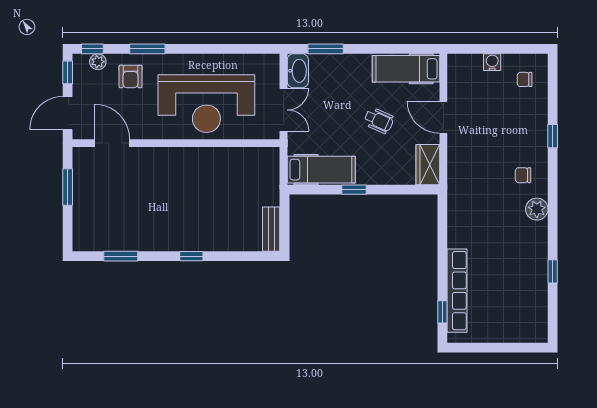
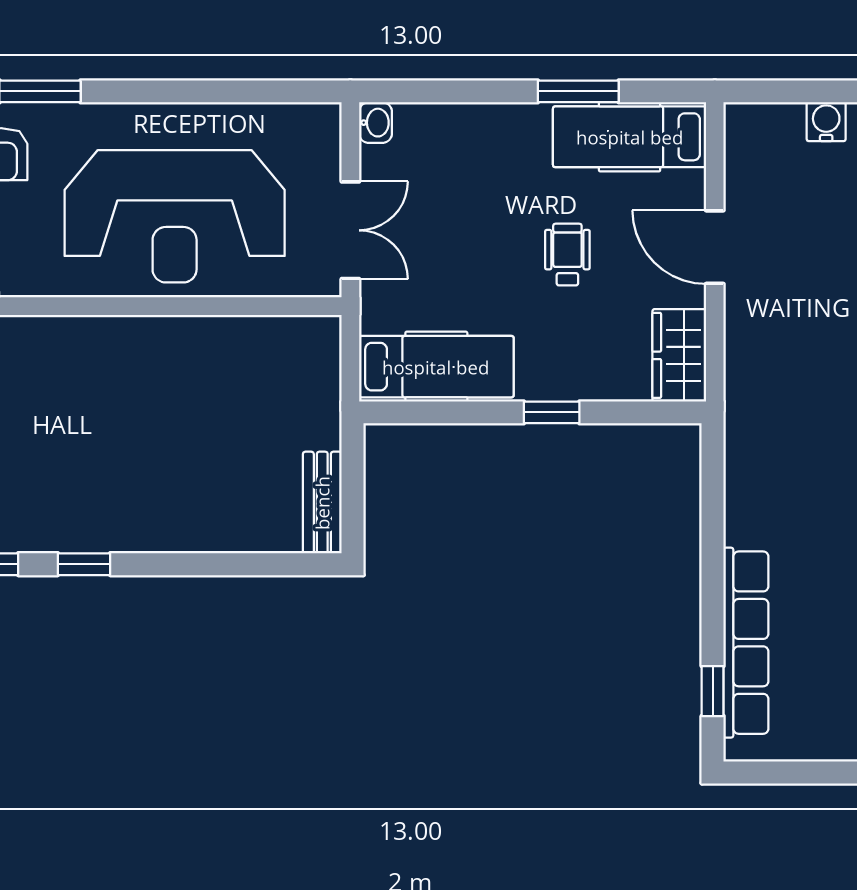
window: (326, 49) -> (578, 91), moved
washbasin: (298, 71) -> (376, 123), width x0.52, depth x0.69
wheelchair: (379, 120) -> (567, 255), turned -114
window: (354, 190) -> (552, 412), moved
window: (191, 256) -> (84, 564), moved

